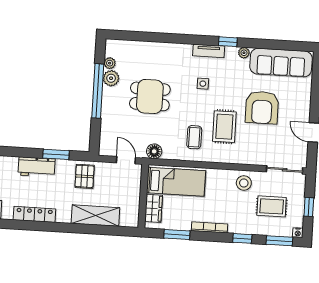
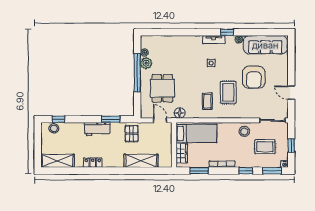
dining table: (150, 96) -> (162, 88), moved, turned 90
locker: (34, 214) -> (93, 163), width x0.66

